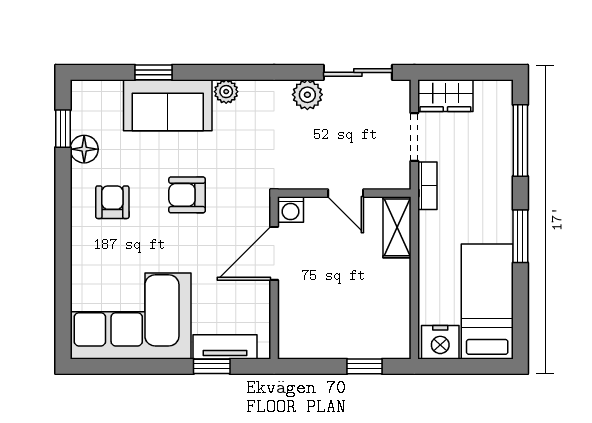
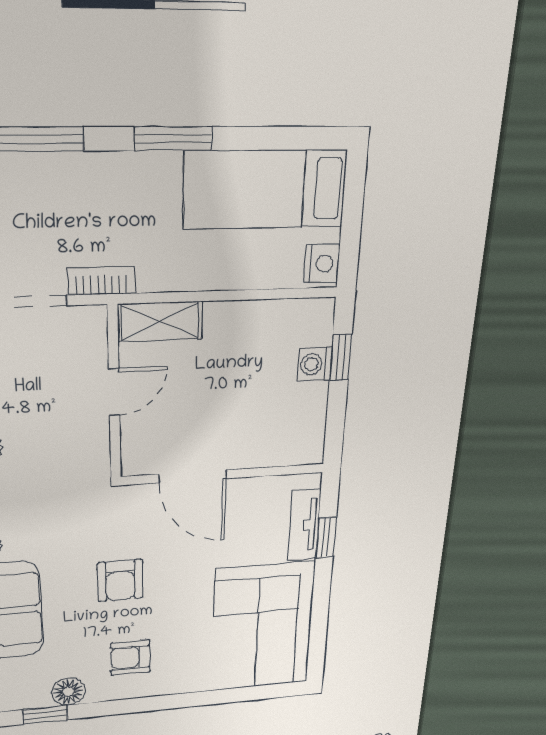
washing machine: (290, 209) -> (315, 364), moved, turned 180
nightstand: (440, 342) -> (322, 264), width x0.74, depth x0.75

